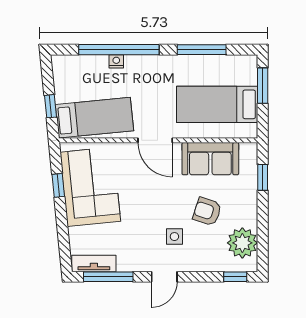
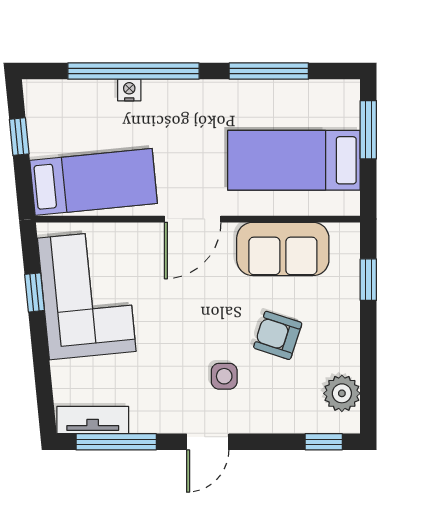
window: (50, 106) -> (19, 137), moved
door: (155, 140) -> (193, 219), hinge flipped
plant: (242, 243) -> (342, 393), width x0.73, depth x0.73

